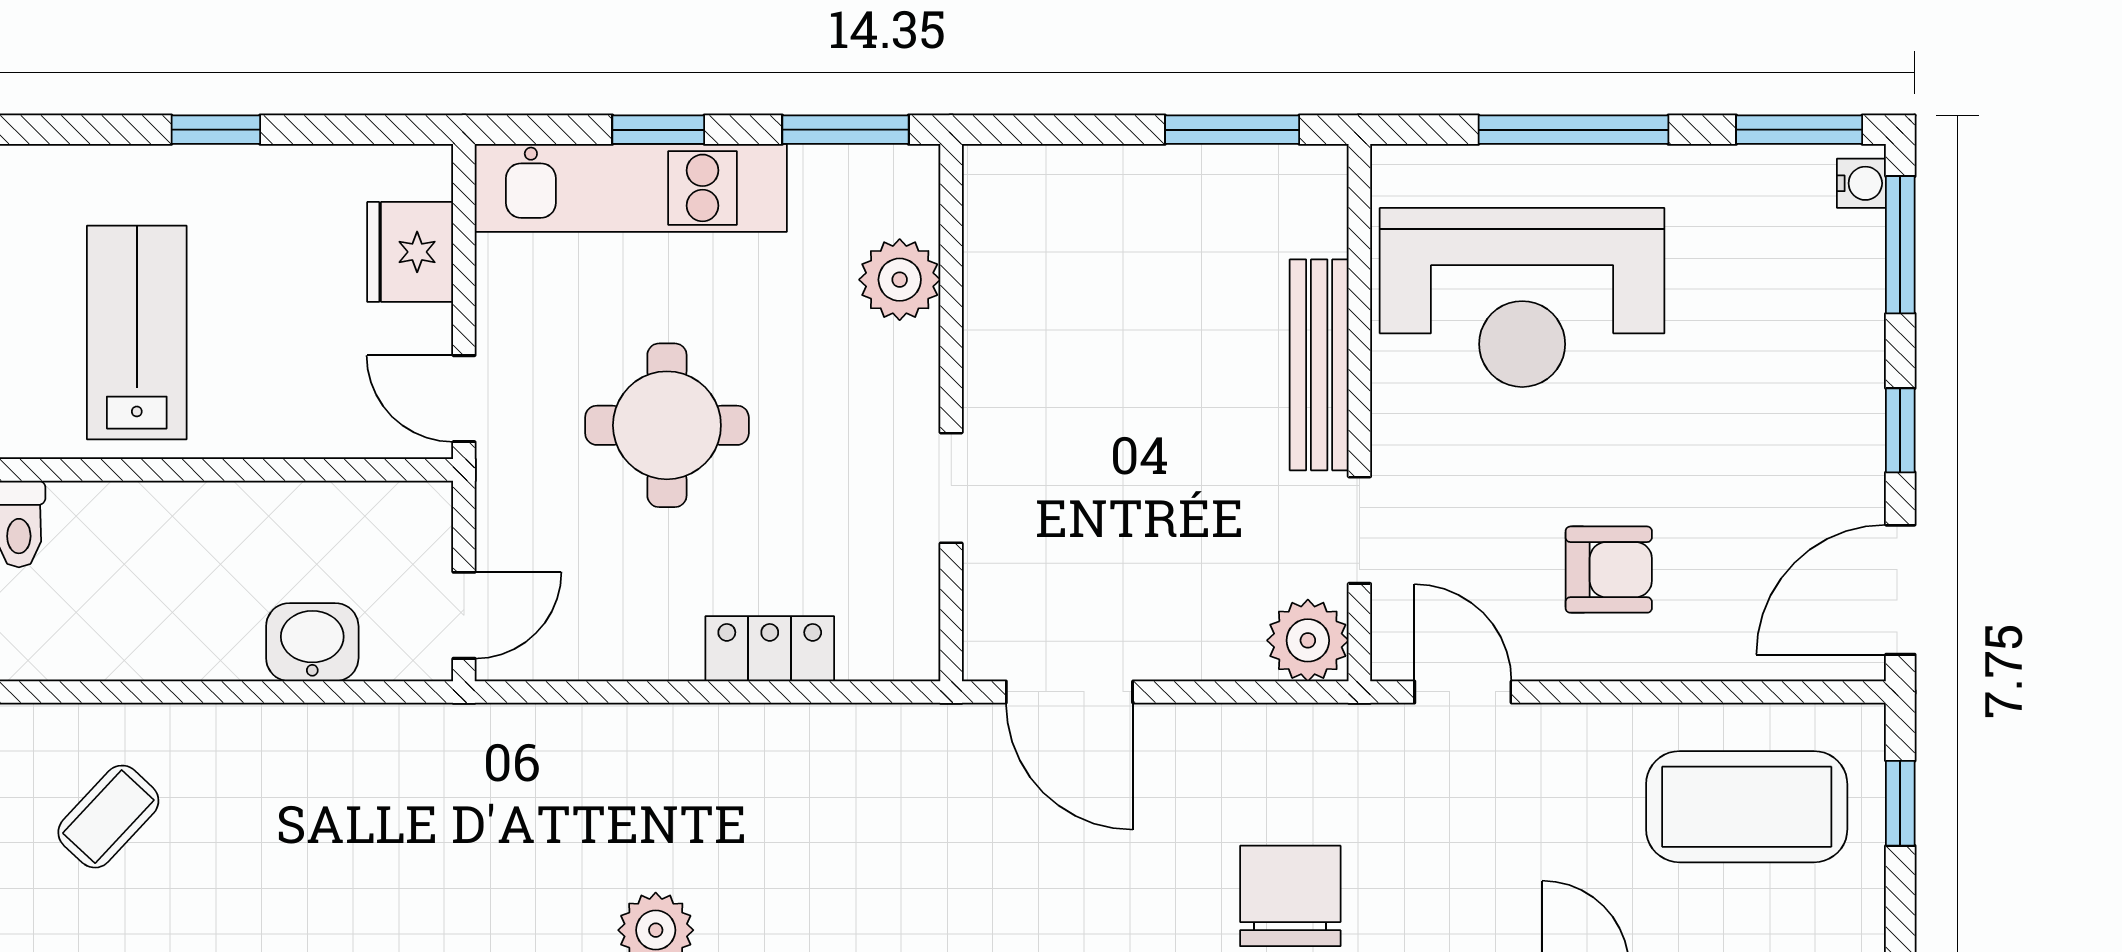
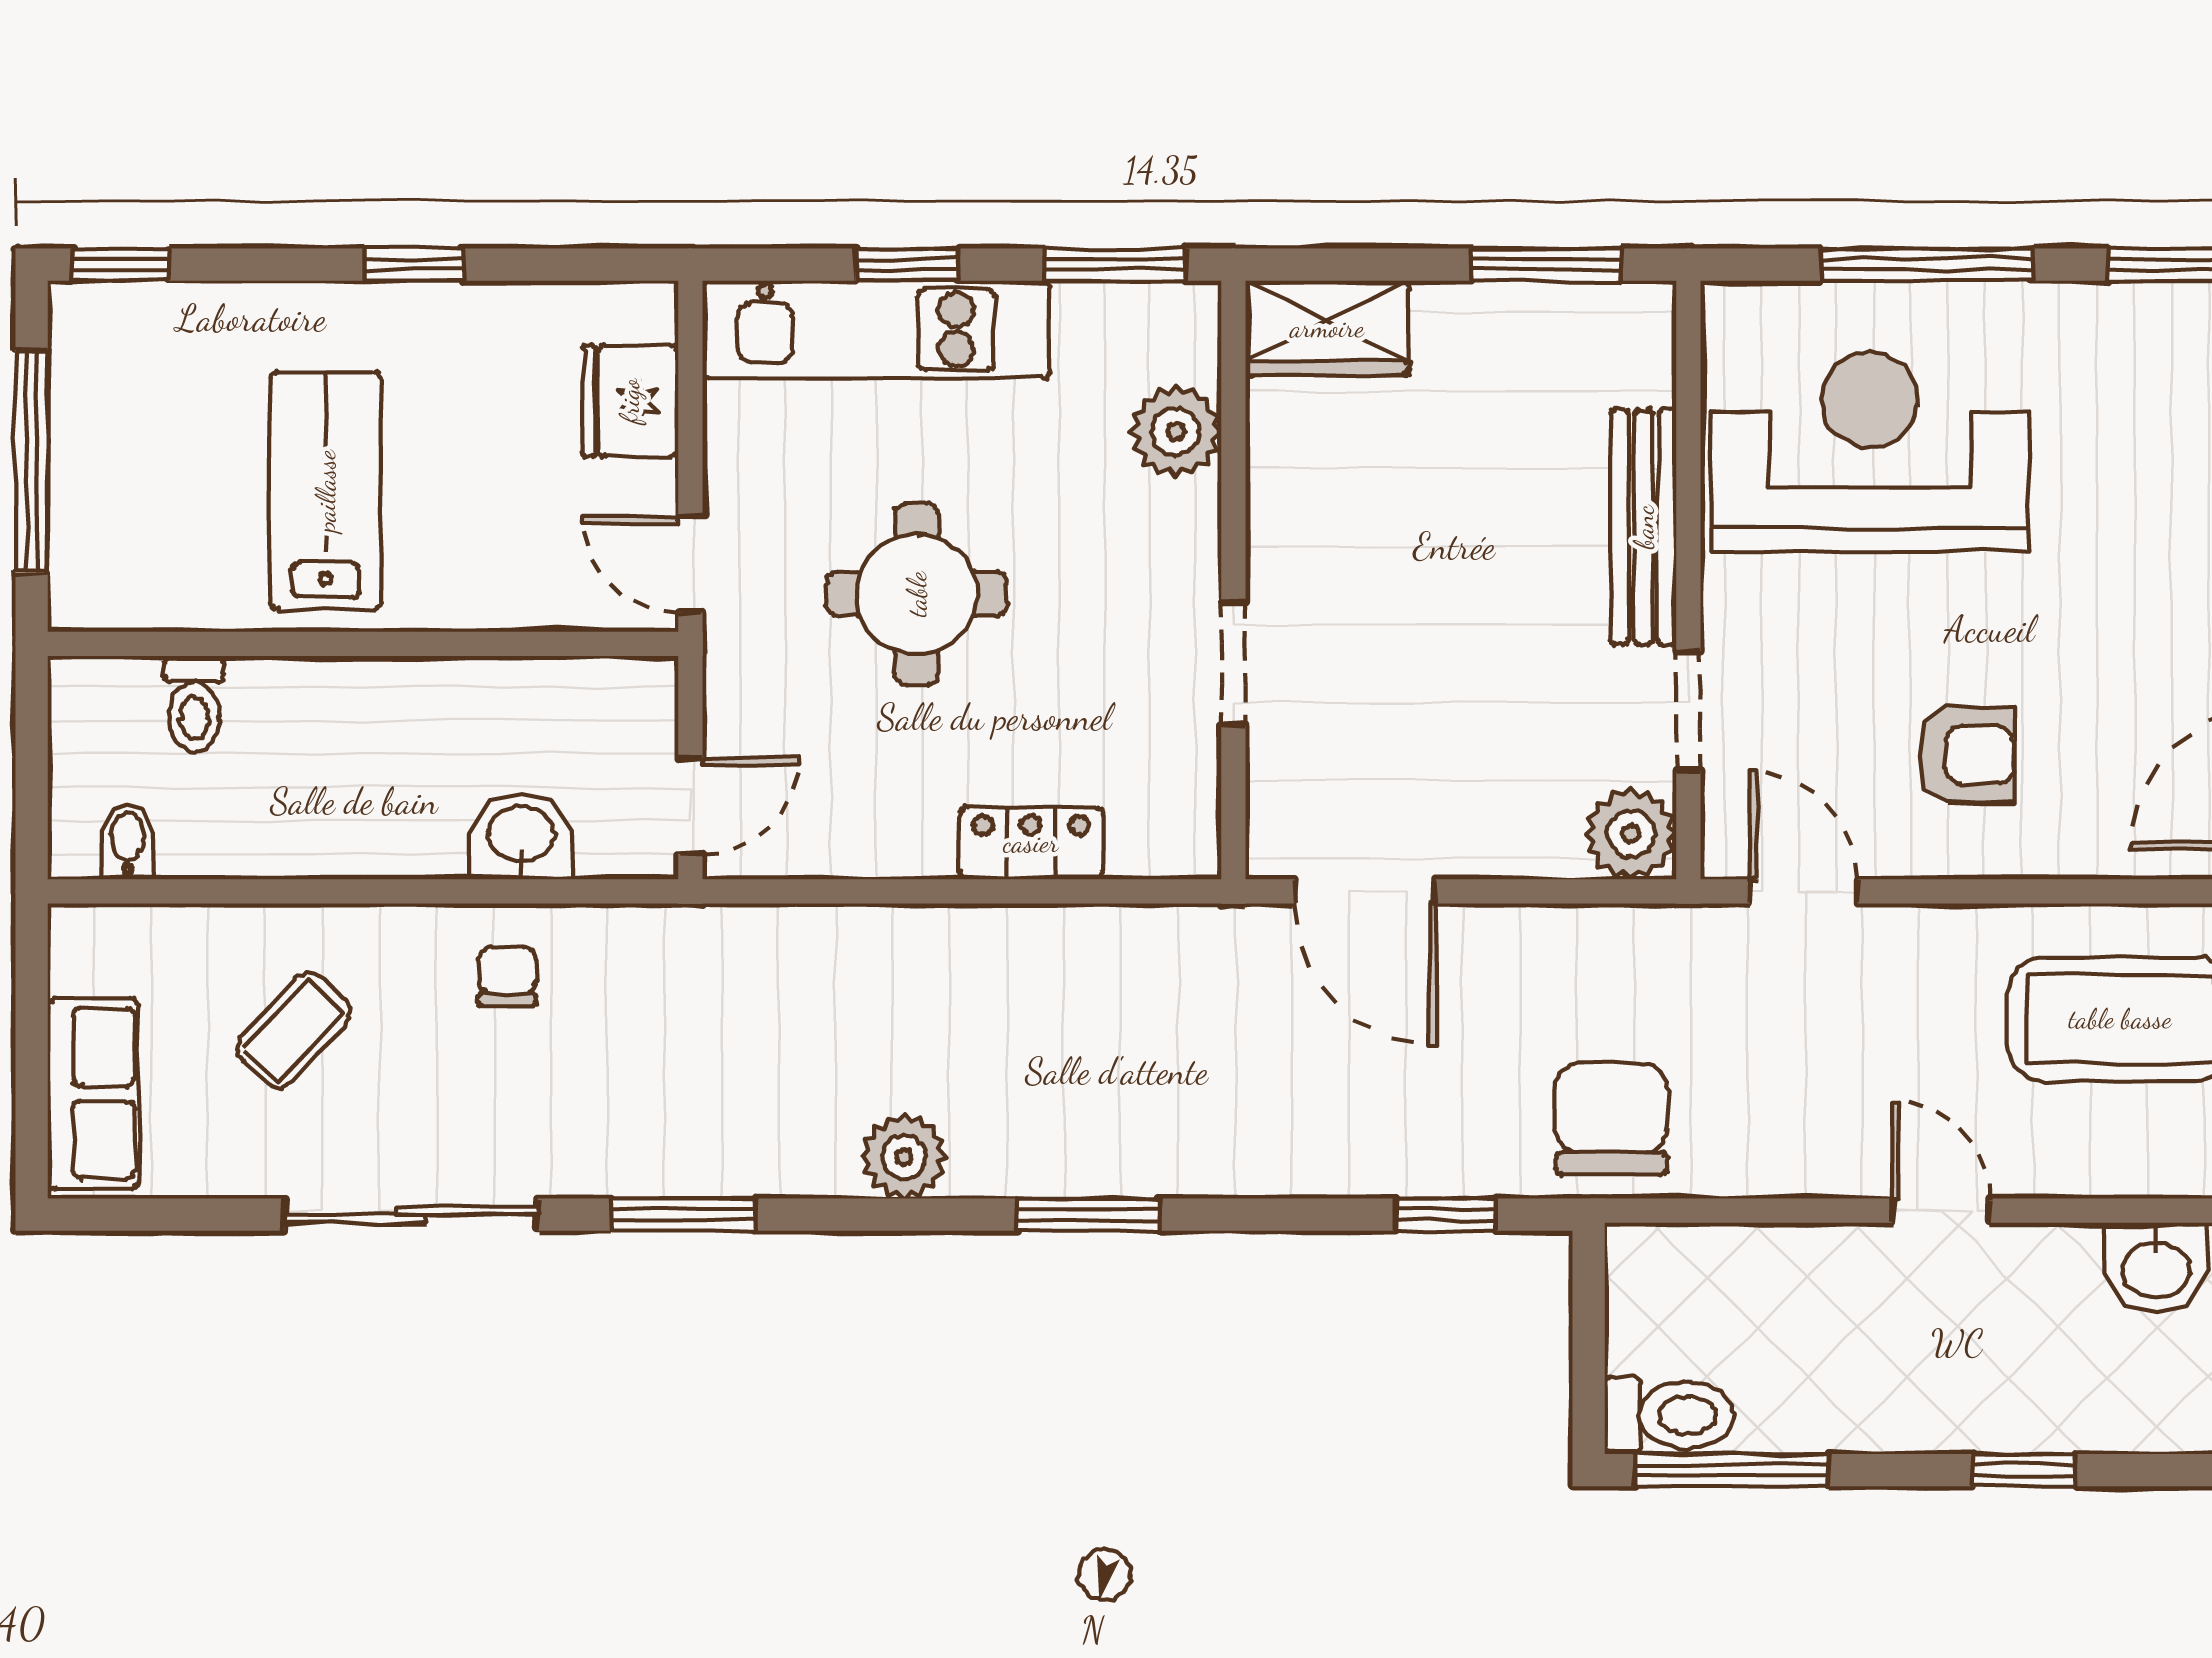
wardrobe: (1035, 187) -> (1327, 328), added
reception desk: (1522, 297) -> (1870, 452), turned 180
chair: (300, 768) -> (507, 976), added

